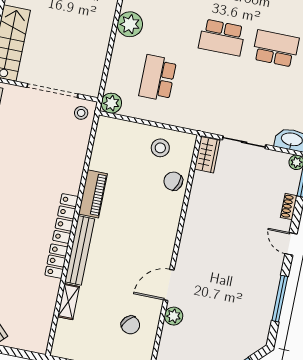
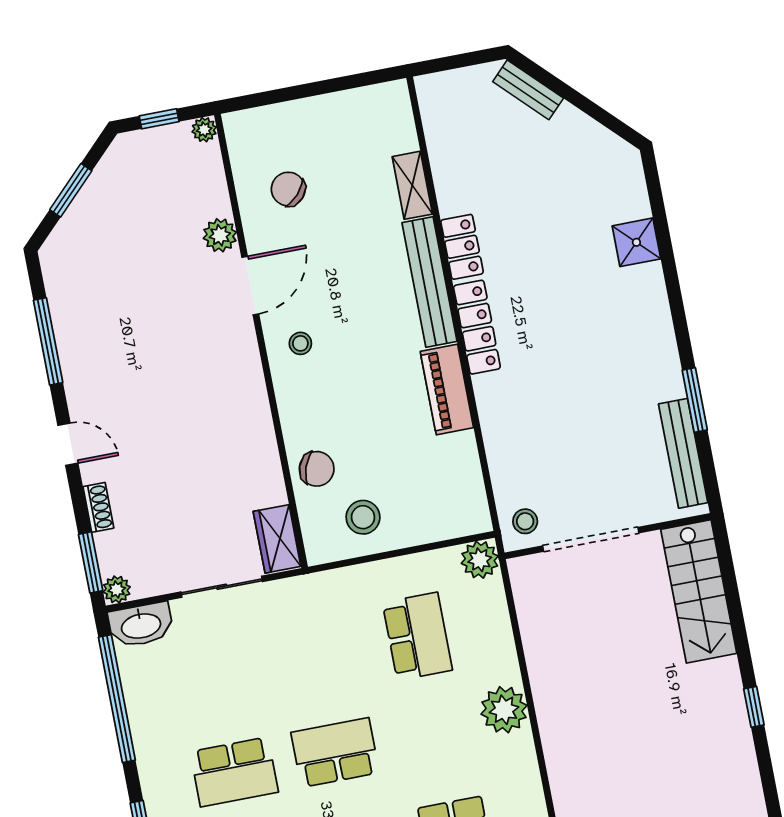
stool: (156, 246) -> (300, 343), added

